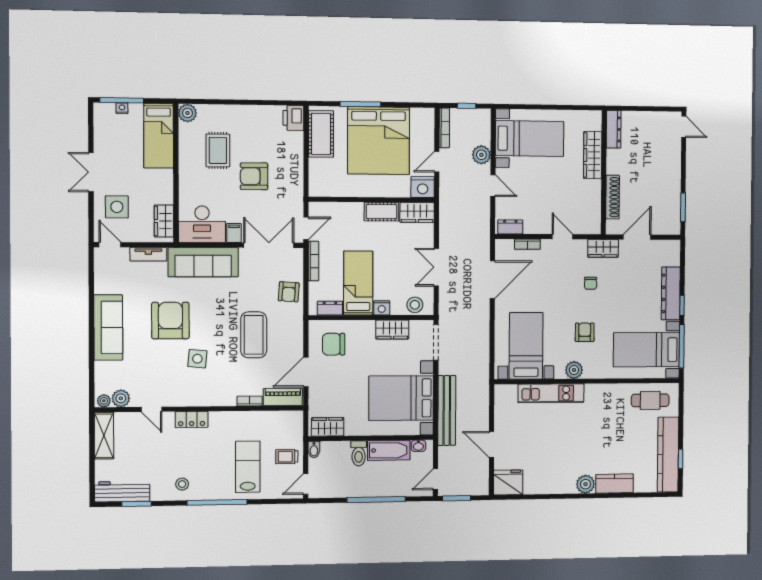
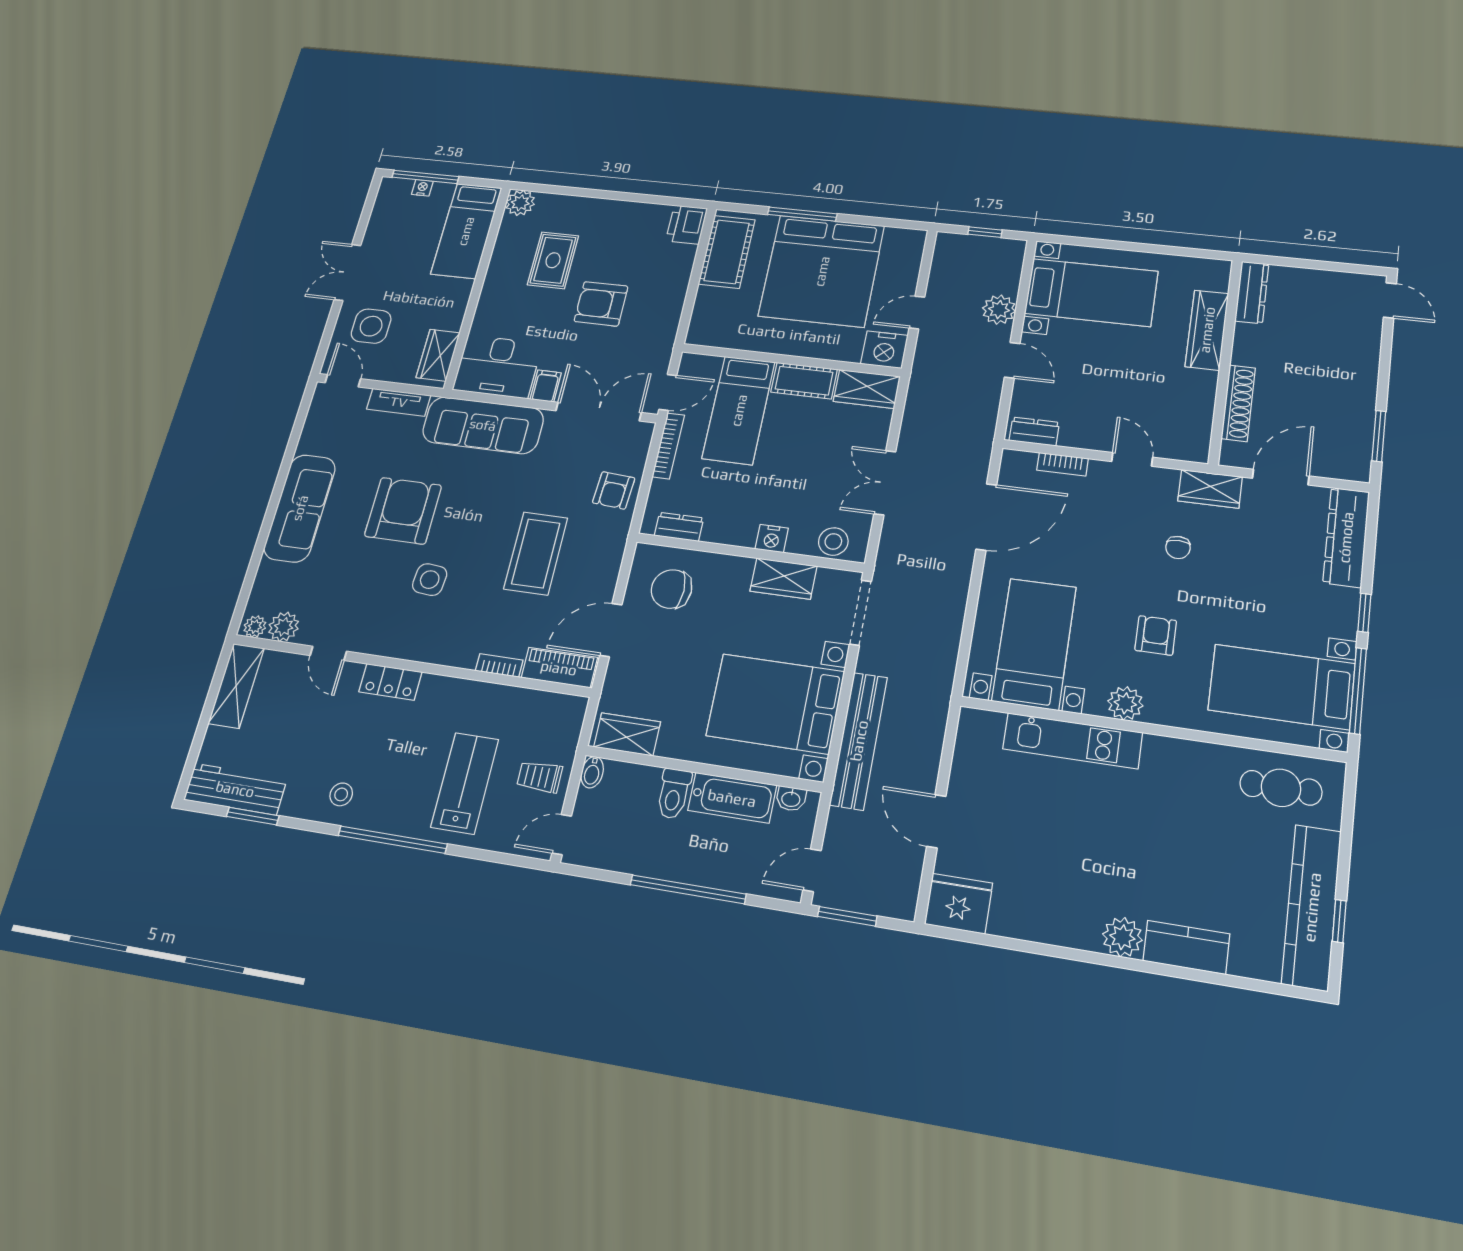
bookcase: (444, 128) -> (940, 262), removed
bed: (358, 283) -> (739, 410), moved, turned 180
dresser: (671, 293) -> (1346, 537), moved

